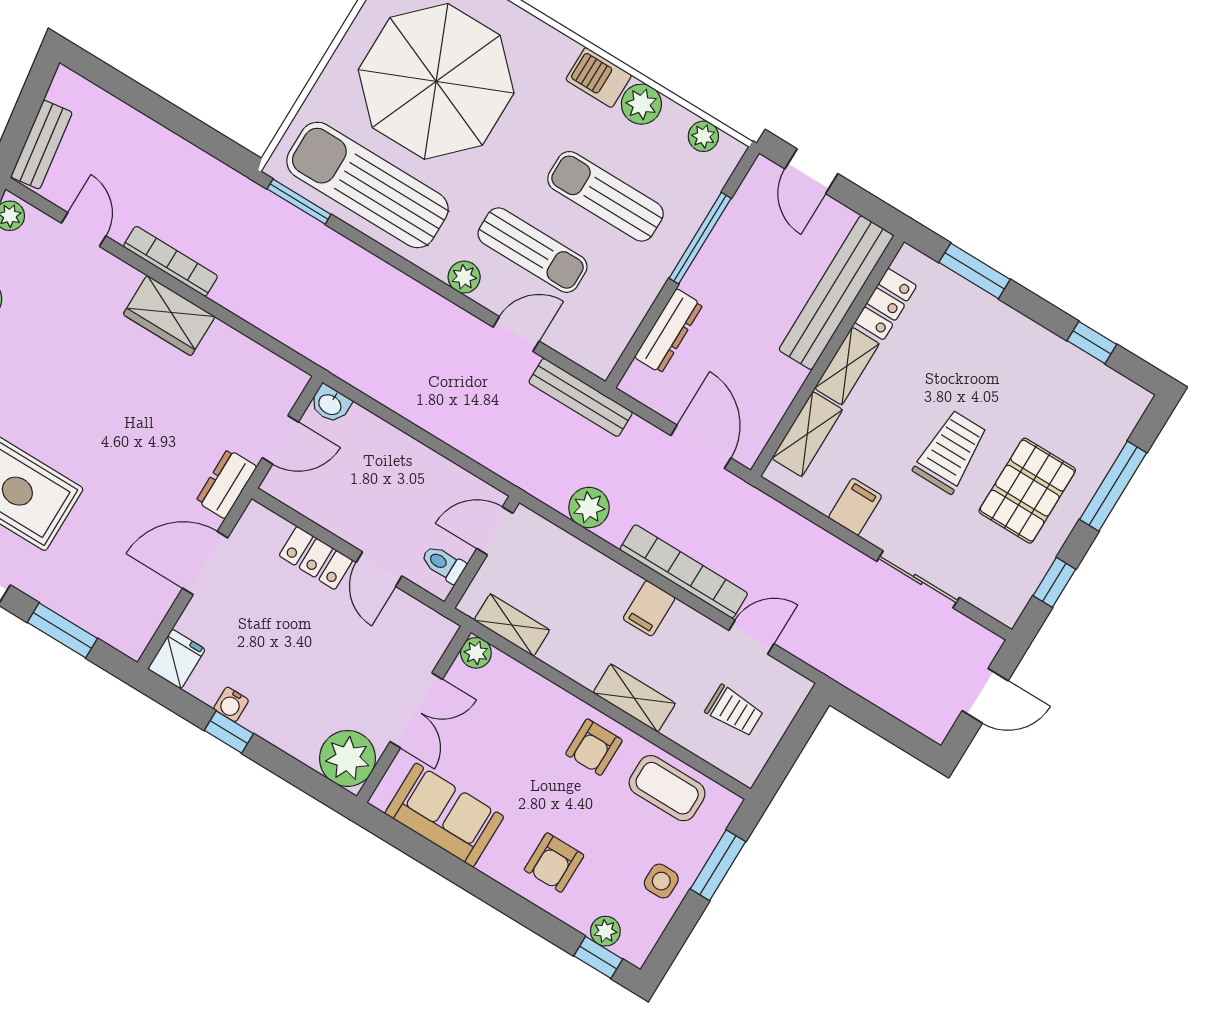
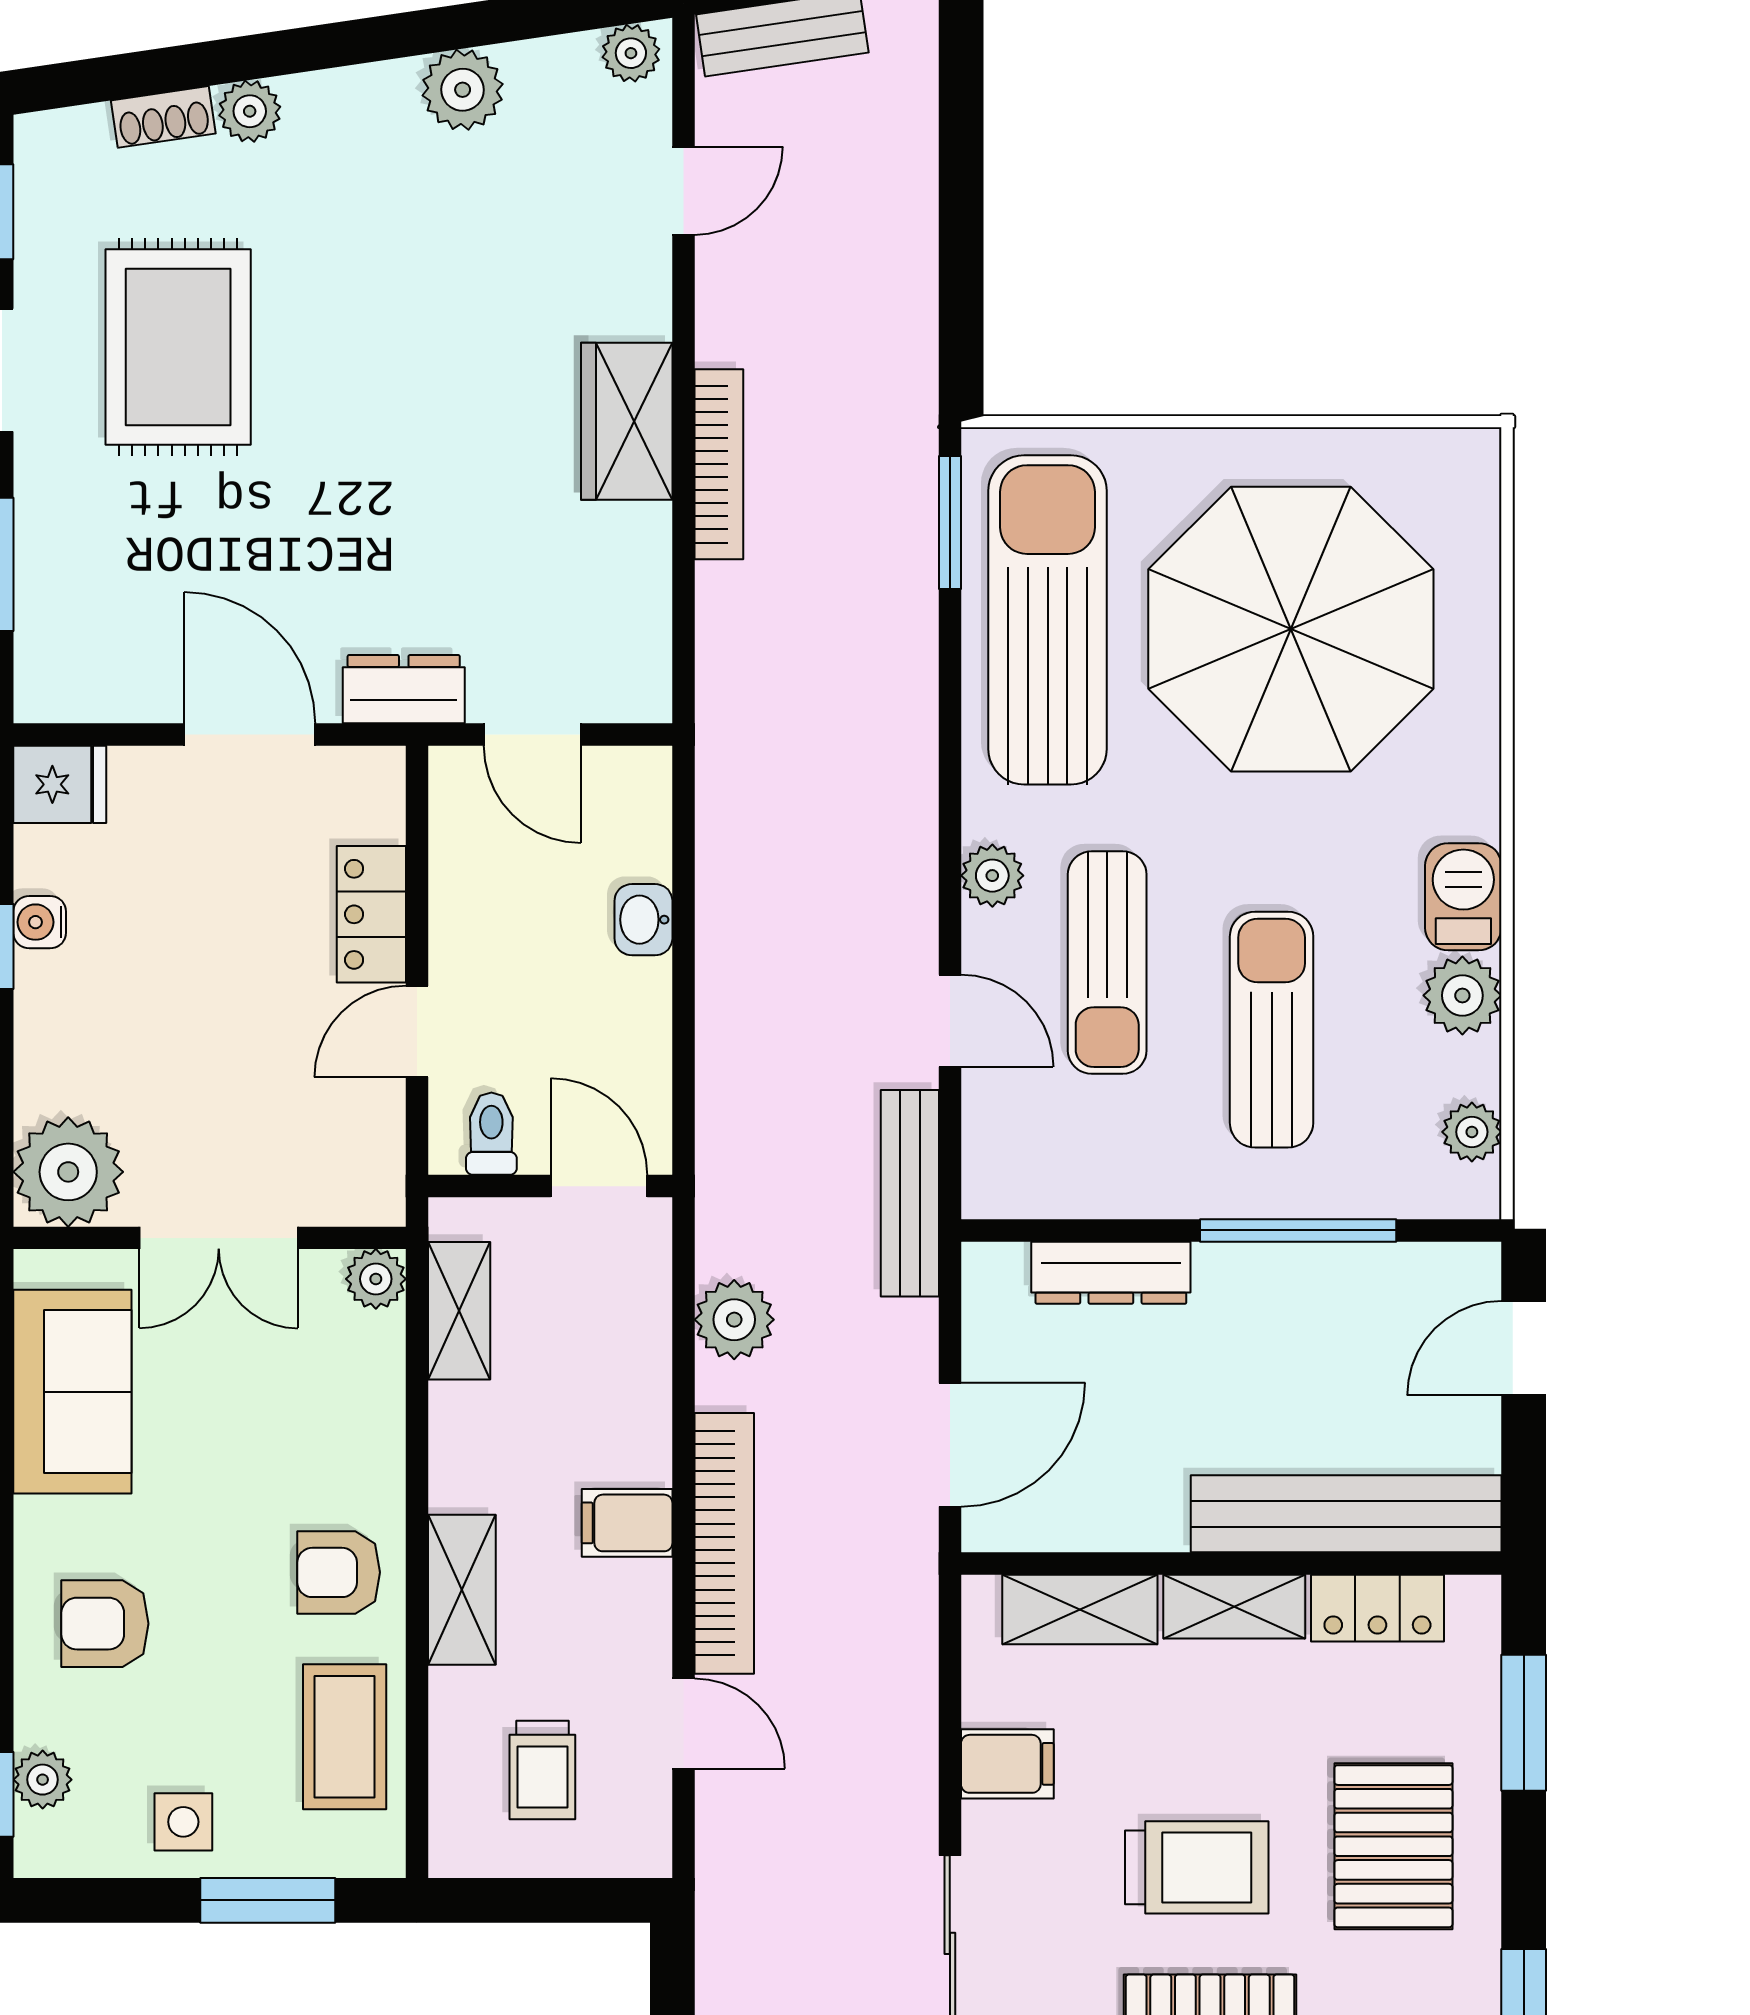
bookcase: (171, 261) -> (719, 464), moved
pallet: (994, 360) -> (1393, 1846), added
washbasin: (330, 404) -> (643, 920), moved

